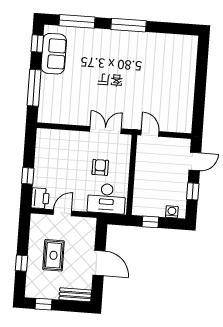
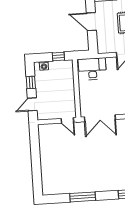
window: (129, 25) -> (83, 197), moved
double door: (105, 130) -> (100, 118), width x1.37
armchair: (100, 167) -> (100, 91), removed

